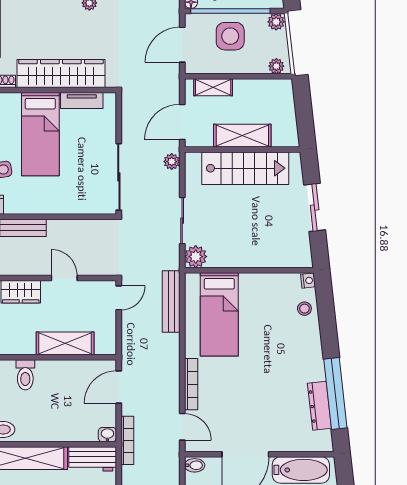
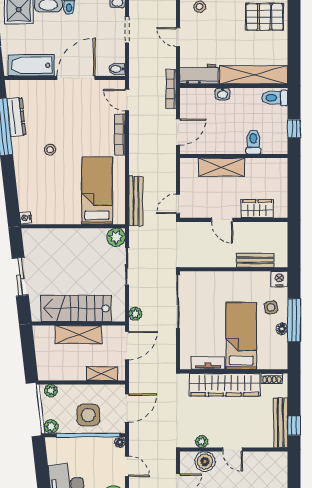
stool: (304, 309) -> (50, 150), moved
washbasin: (107, 435) -> (222, 94), moved

